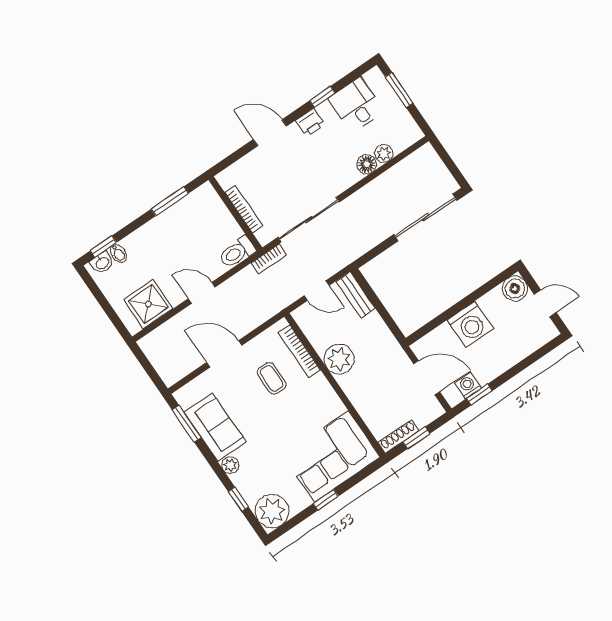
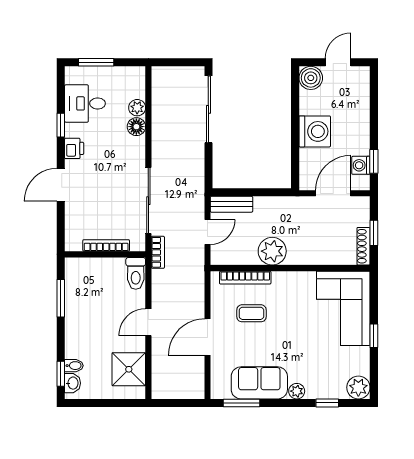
plant: (272, 511) -> (358, 387), width x0.73, depth x0.73

